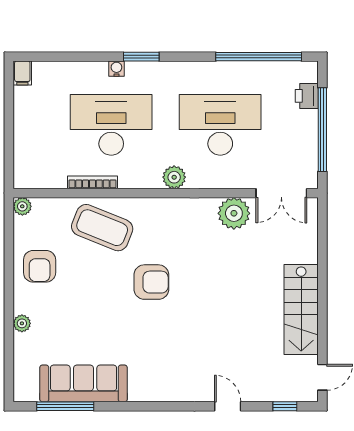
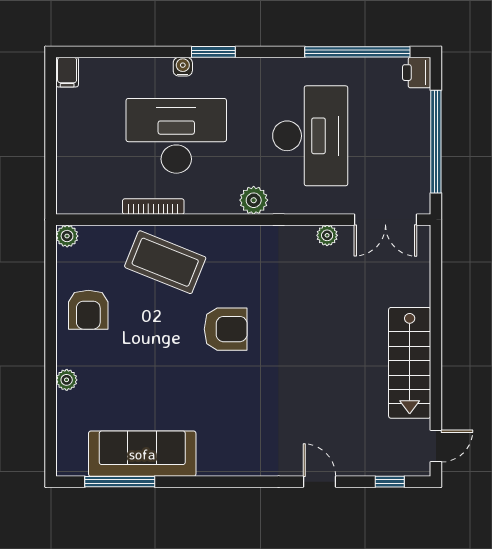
printer: (307, 96) -> (417, 73), moved
desk: (220, 125) -> (310, 136), turned 90
plant: (234, 213) -> (327, 235), width x0.53, depth x0.53

